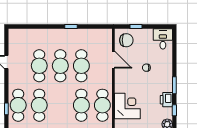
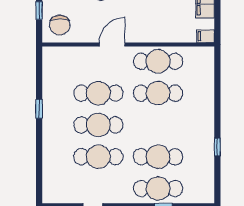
chair: (126, 40) -> (60, 25), turned 180
door: (113, 60) -> (112, 45), moved
corner desk: (127, 106) -> (159, 23), removed

